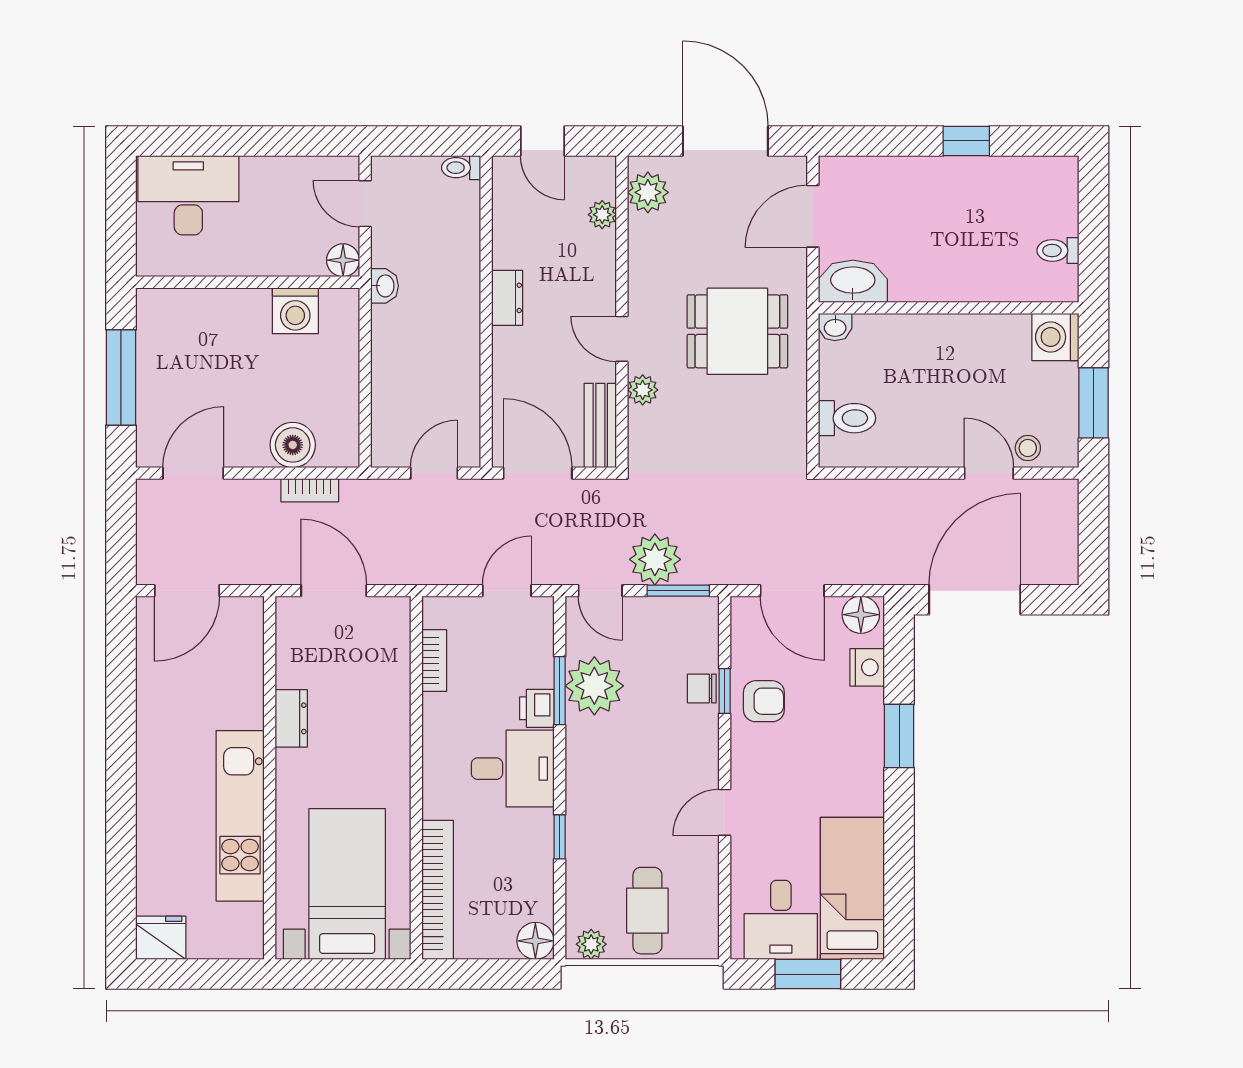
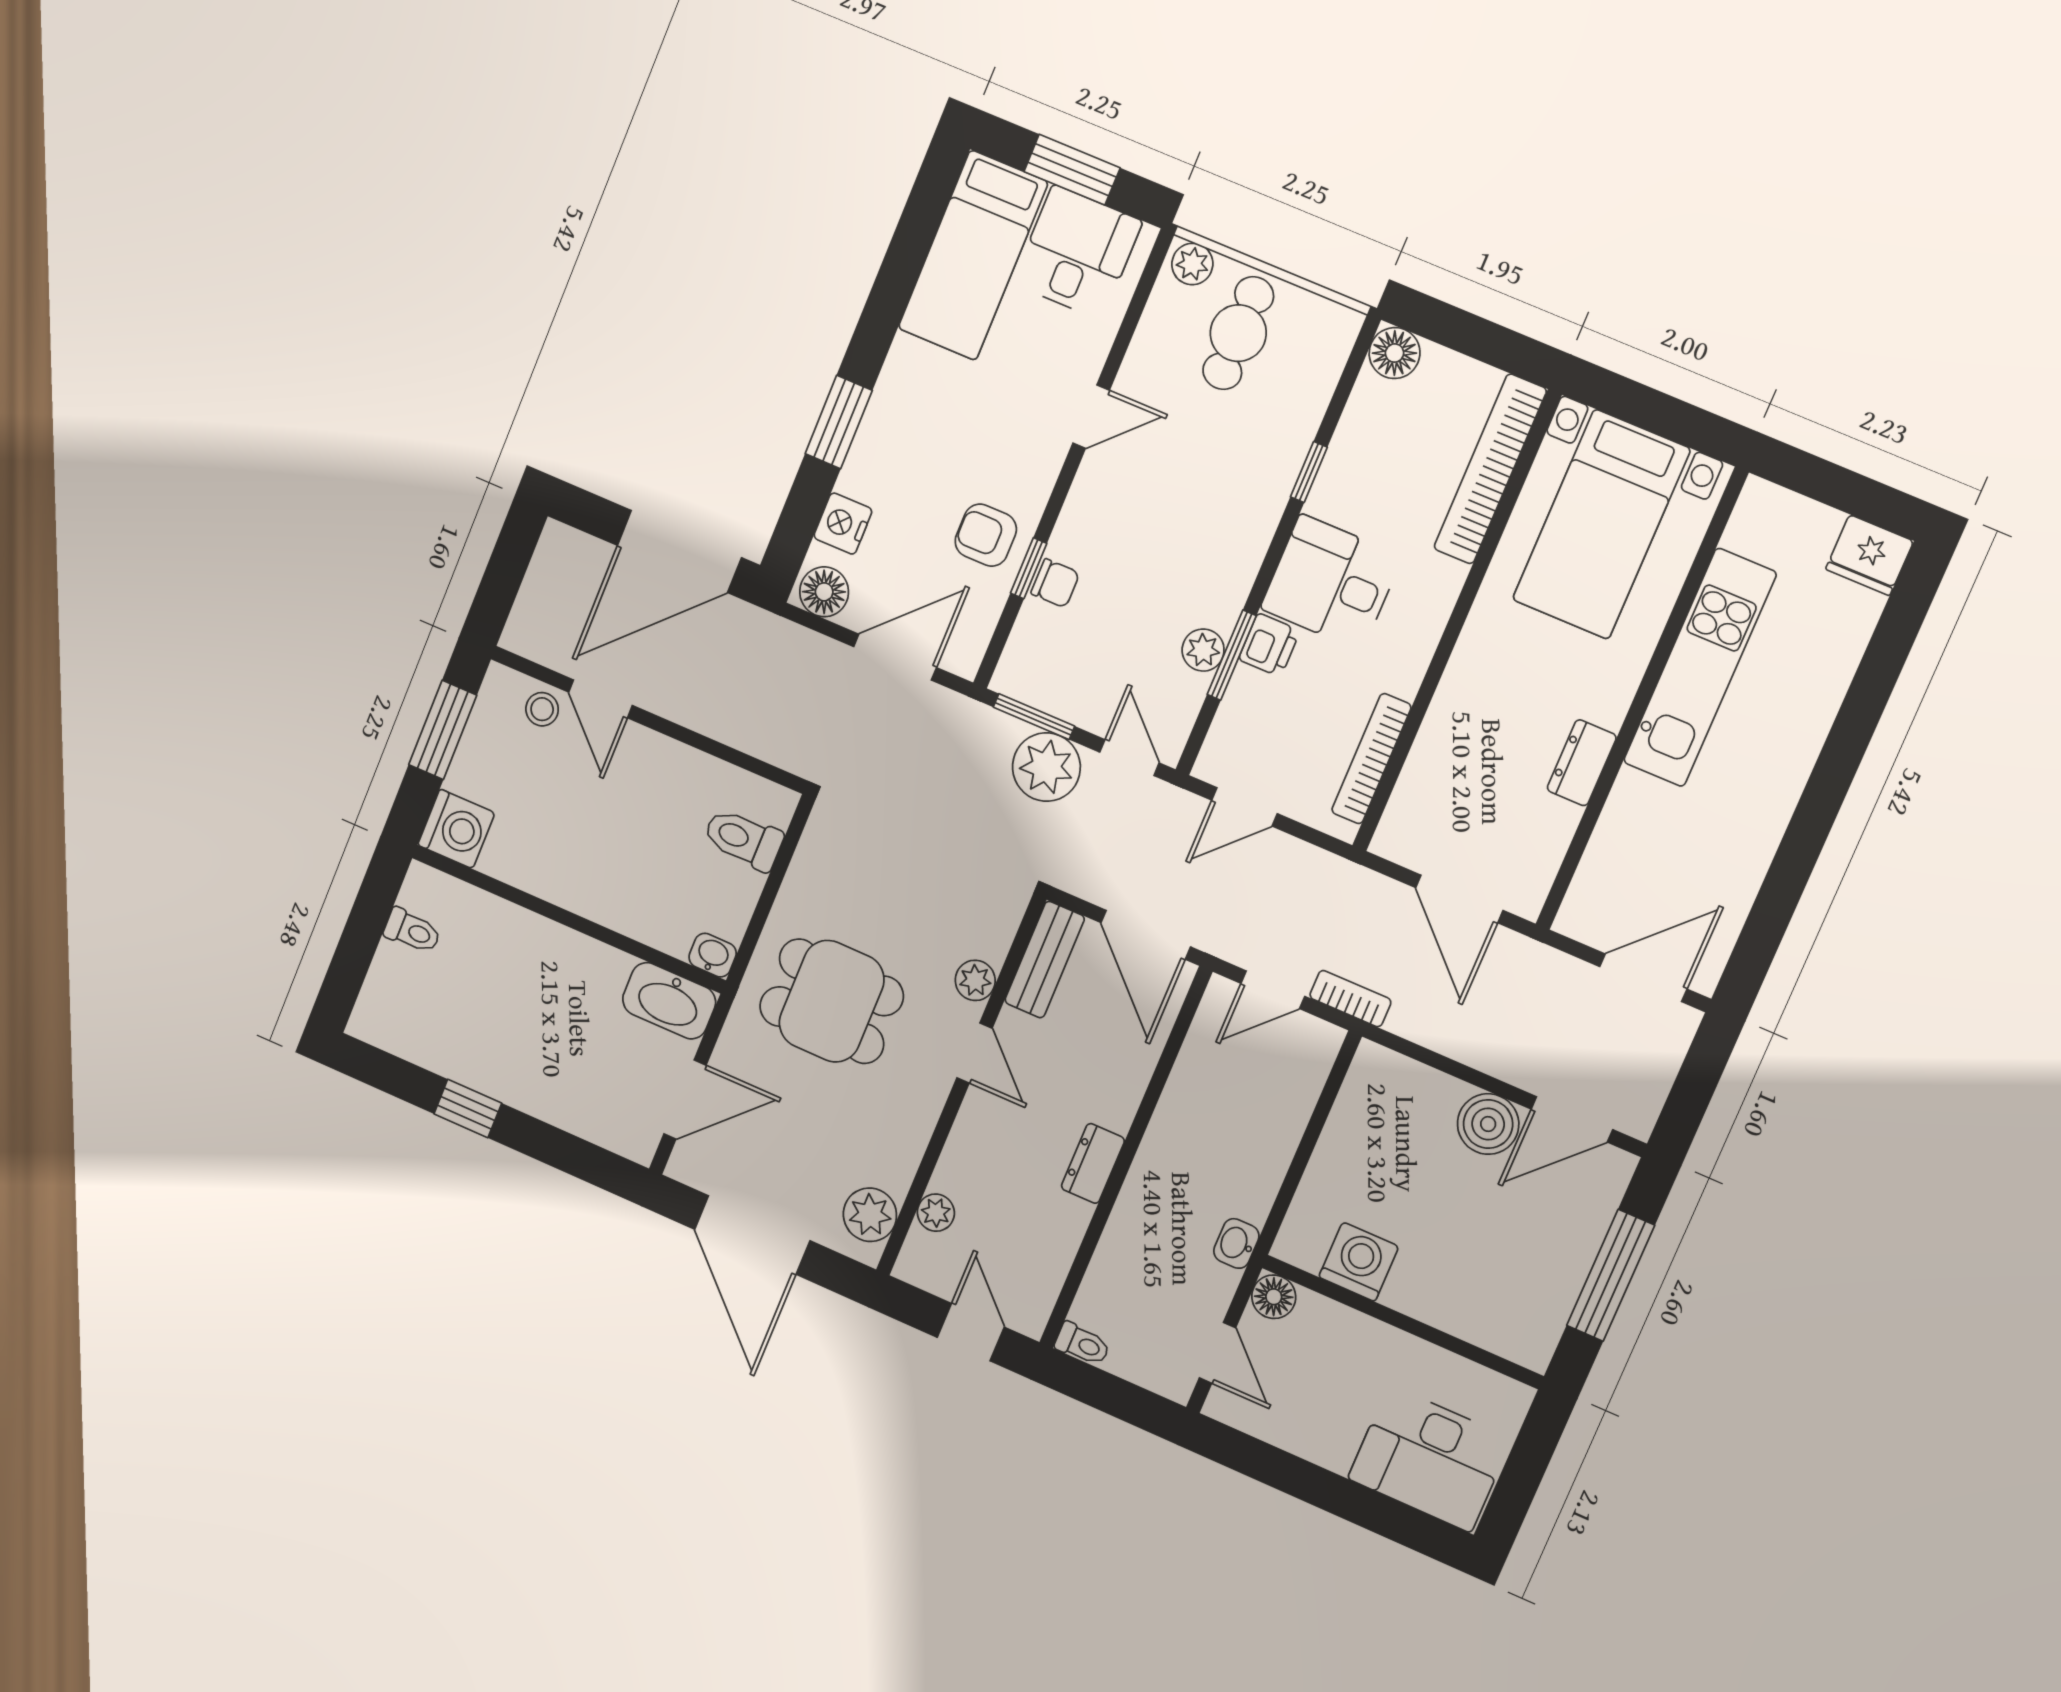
boiler: (293, 445) -> (1488, 1124), moved
bookcase: (310, 490) -> (1350, 999), moved
door: (792, 591) -> (895, 657), hinge flipped
bookcase: (434, 661) -> (1371, 759), width x1.56
plant: (594, 686) -> (1203, 650), width x0.53, depth x0.53
plant: (591, 944) -> (1192, 264), moved

